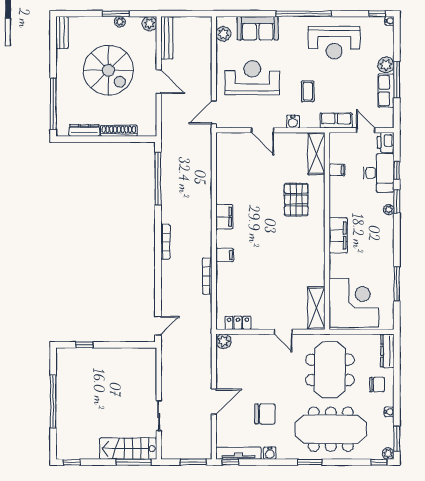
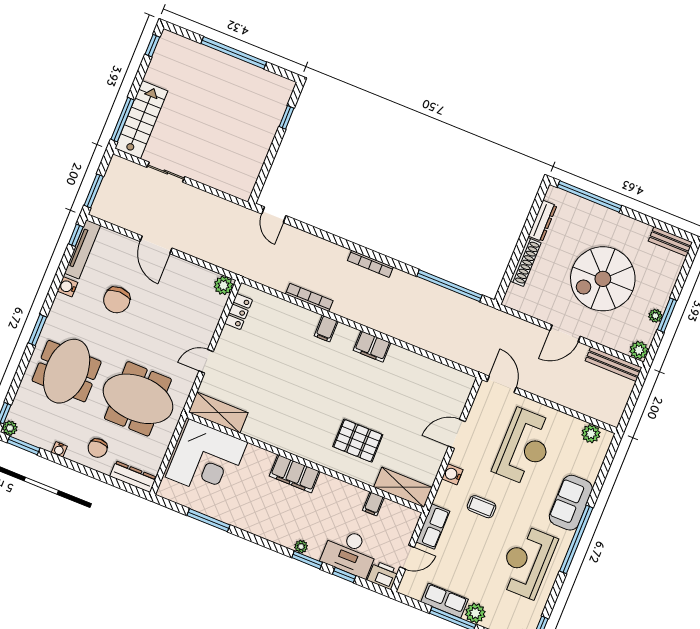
sofa: (258, 28) -> (571, 503), moved
meeting table: (331, 429) -> (67, 371), width x0.73

